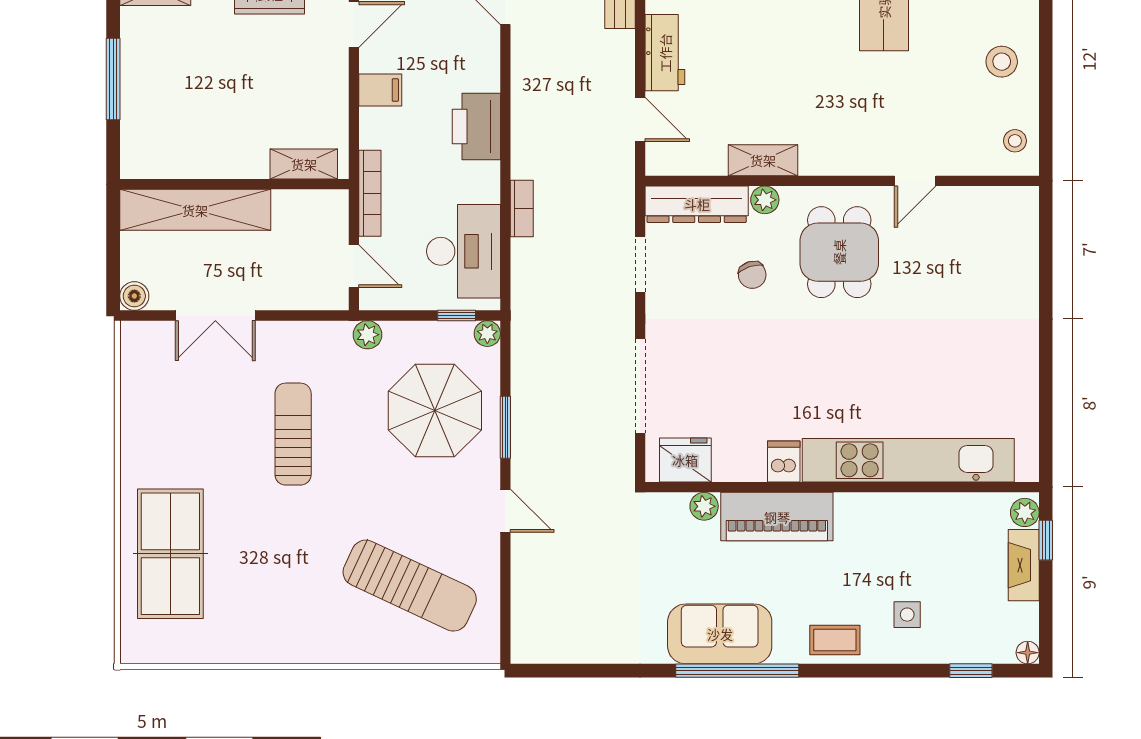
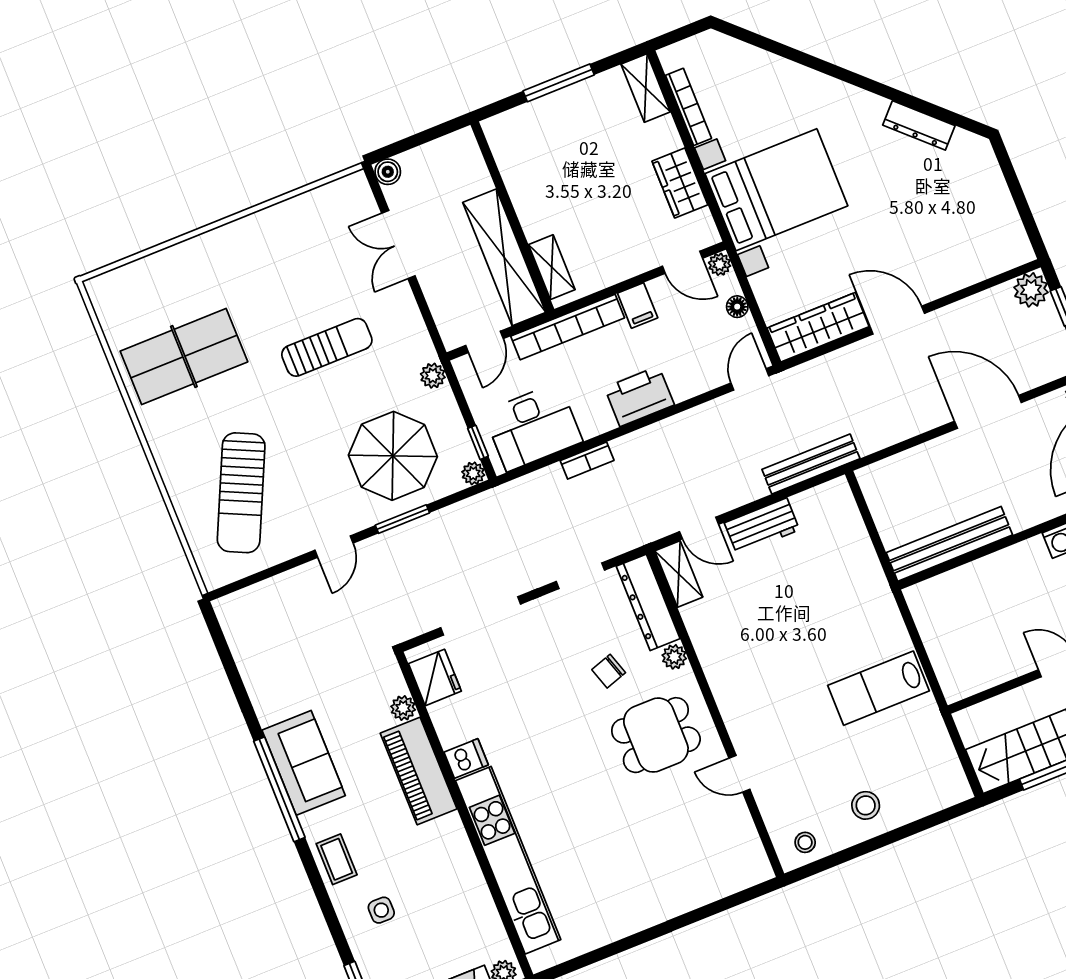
door: (640, 119) -> (699, 528), hinge flipped
shelving: (763, 160) -> (679, 574), moved
bookcase: (370, 193) -> (568, 327), width x1.48, depth x1.31
shelving: (195, 210) -> (504, 257), moved
table tennis table: (170, 554) -> (184, 357), moved

